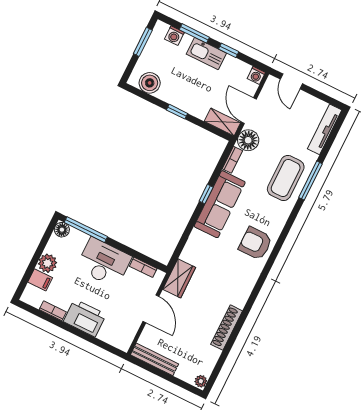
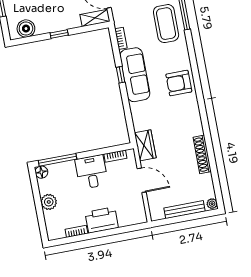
floor lamp: (248, 140) -> (122, 17), removed
desk: (104, 262) -> (92, 172), width x0.73
filing cabinet: (40, 280) -> (52, 217), removed
bench: (155, 359) -> (184, 210), moved

